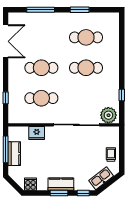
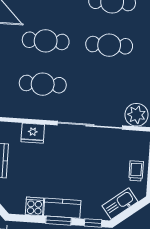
cooker: (30, 184) -> (35, 206), moved

